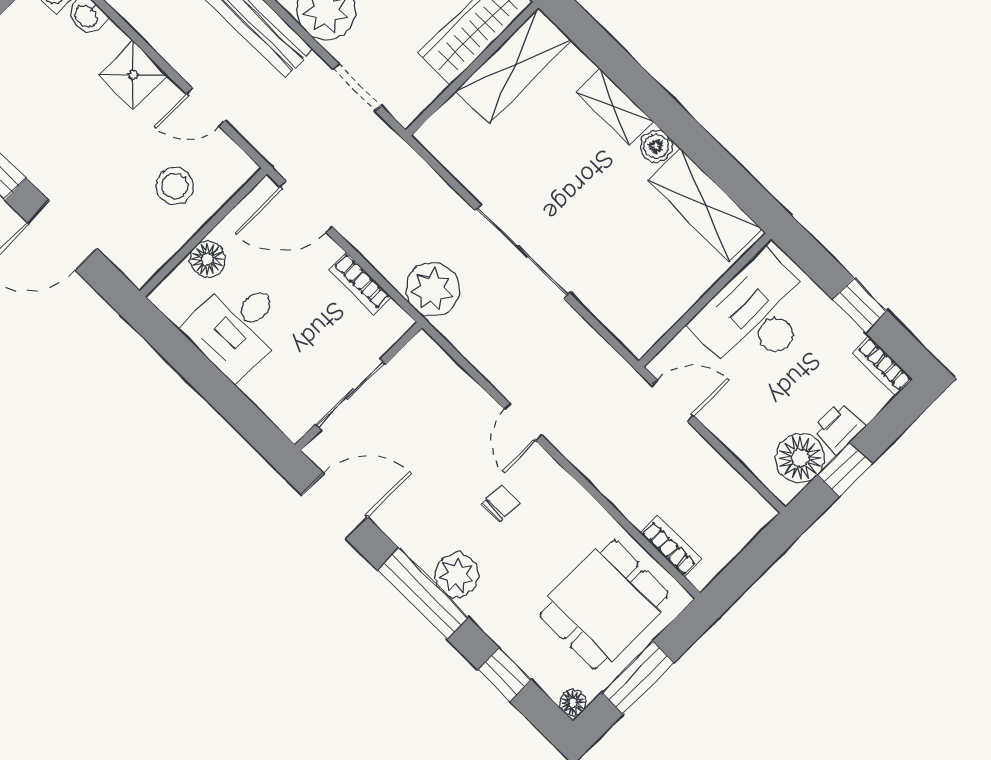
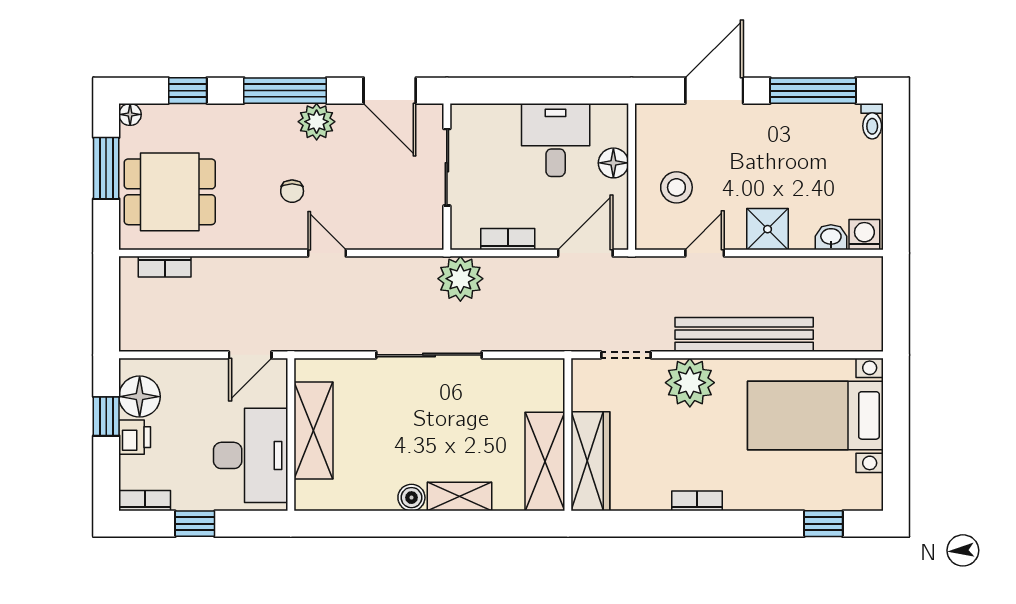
shelving: (705, 205) -> (313, 430), moved, turned 90
door: (335, 506) -> (390, 91), hinge flipped
plant: (456, 575) -> (317, 122), moved
dining table: (604, 605) -> (170, 192), turned 90

